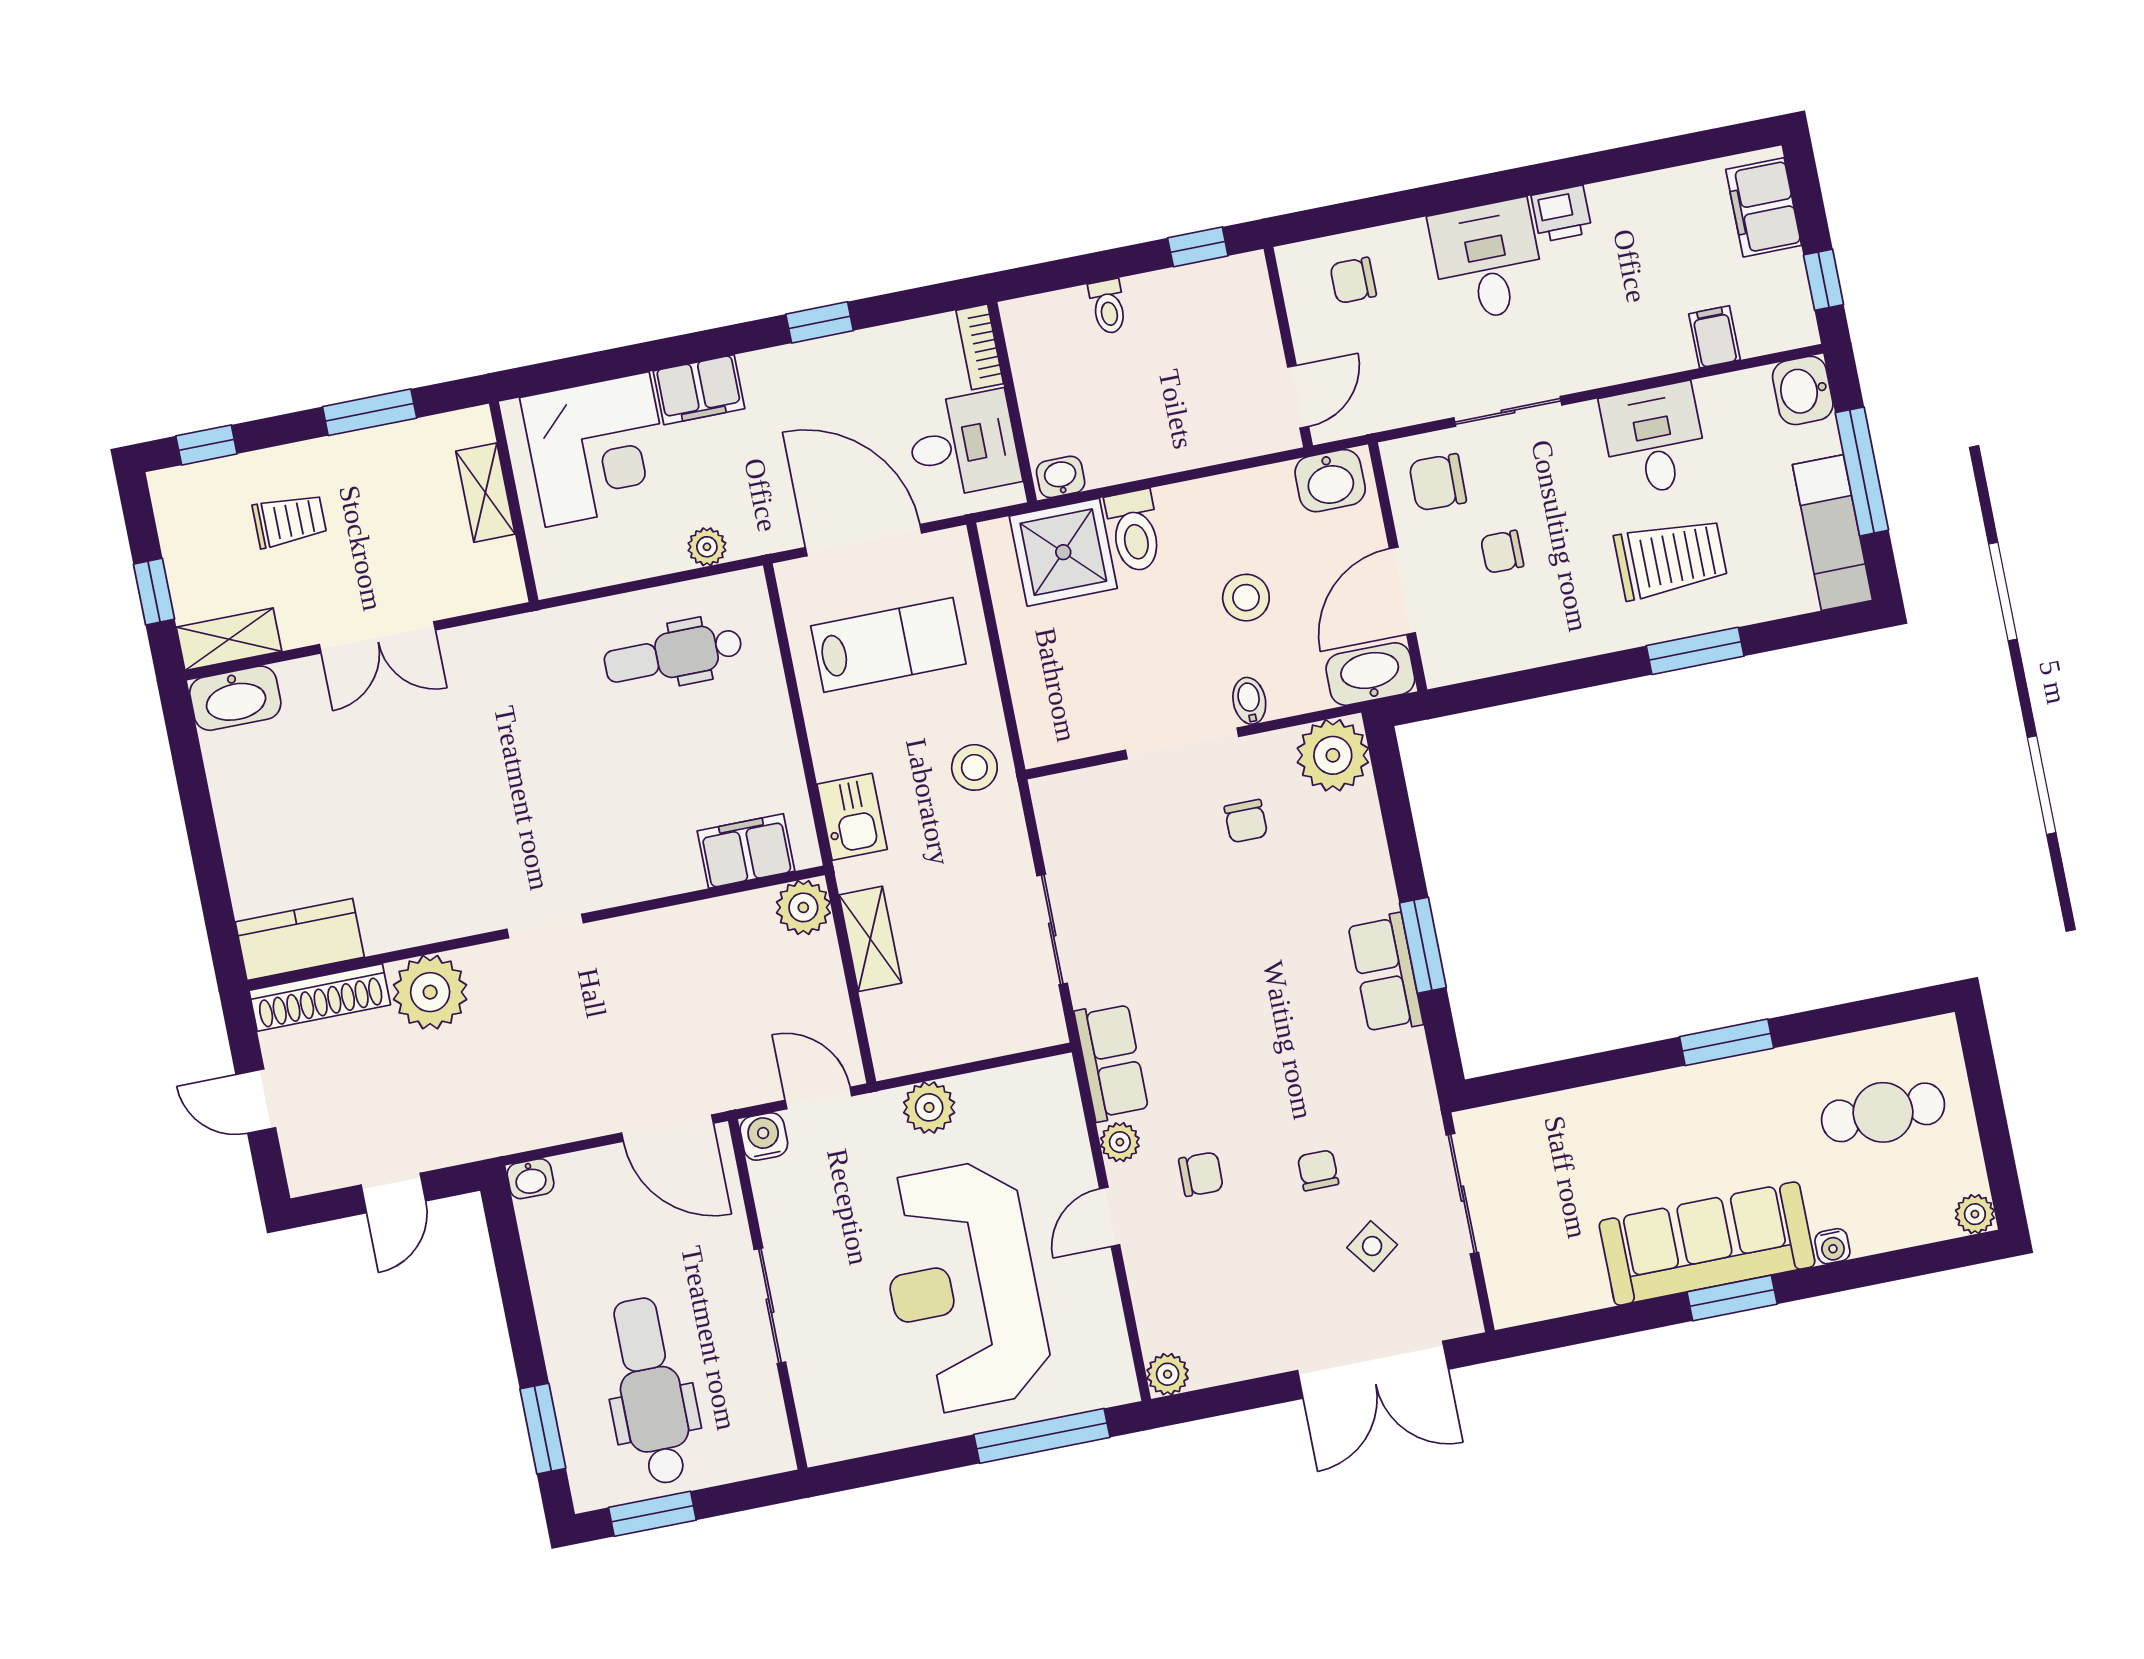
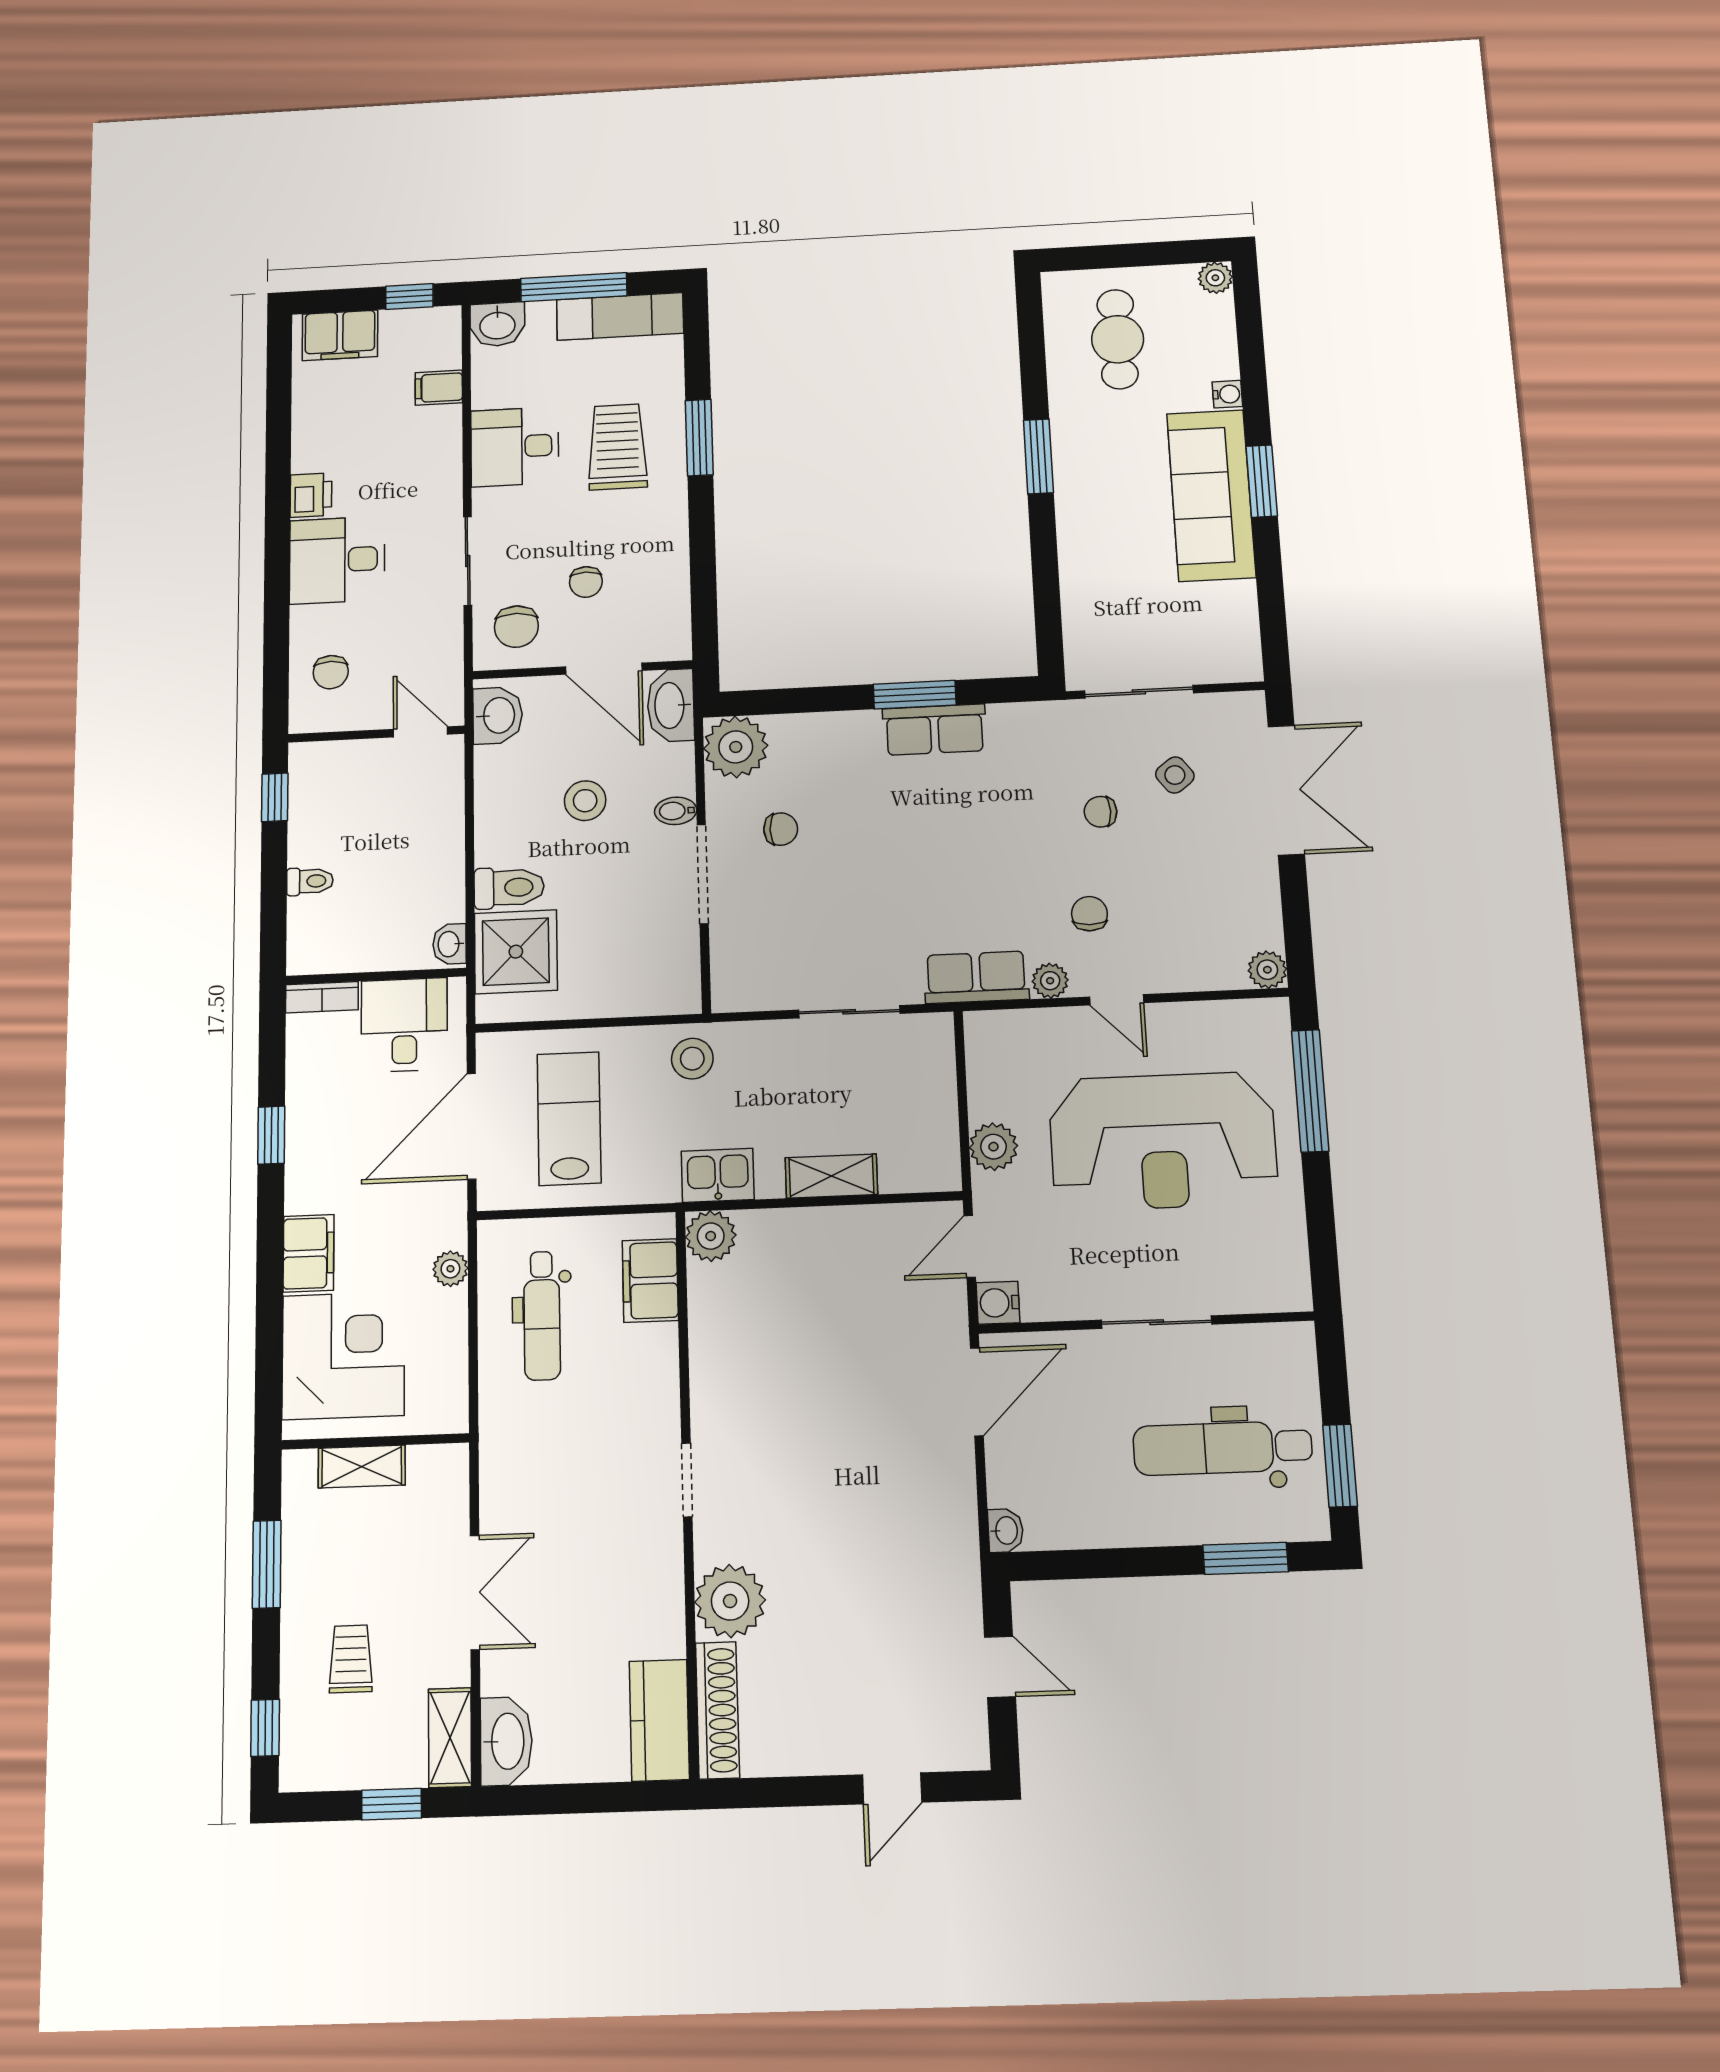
filing cabinet: (746, 851) -> (650, 1280), moved
plant: (803, 907) -> (711, 1236), moved
doorway: (545, 926) -> (687, 1480), moved
wall: (536, 928) -> (687, 1489), moved
kitchen counter: (300, 939) -> (659, 1720), moved
plant: (430, 992) -> (730, 1601), moved
shoe rack: (320, 998) -> (717, 1710), moved

